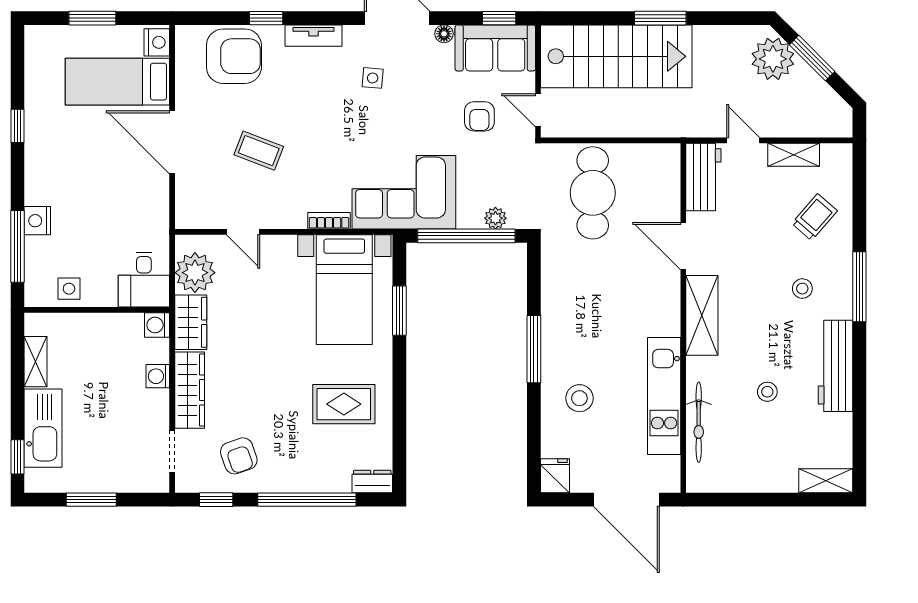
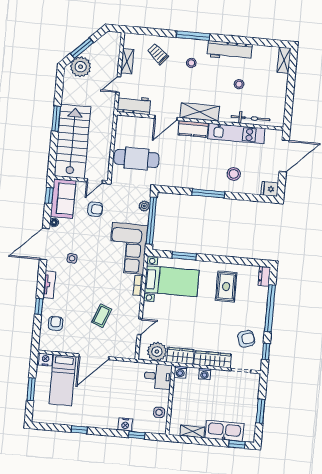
armchair: (234, 56) -> (56, 323), width x0.53, depth x0.53
window: (17, 246) -> (137, 435), width x0.46
kitchen counter: (665, 305) -> (193, 129), added

